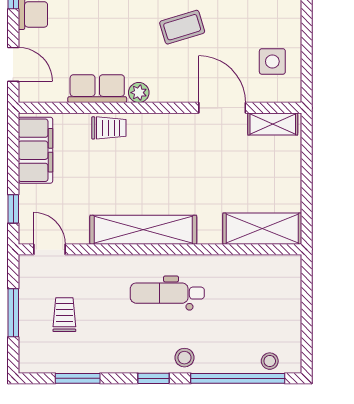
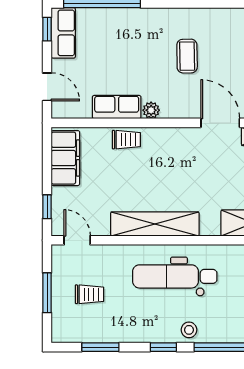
coffee table: (182, 27) -> (187, 56), turned -74
dental chair: (167, 293) -> (175, 276), width x1.36, depth x1.38
trolley: (64, 315) -> (89, 294), turned 90

